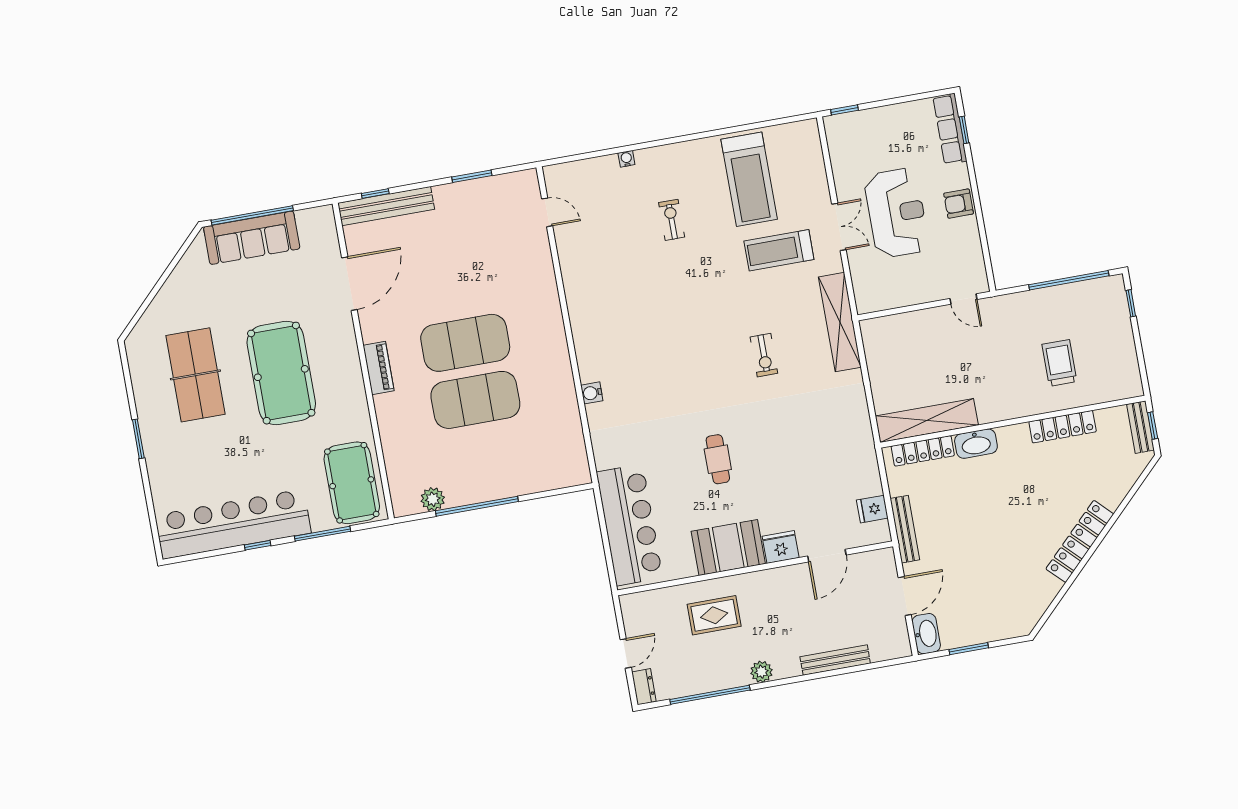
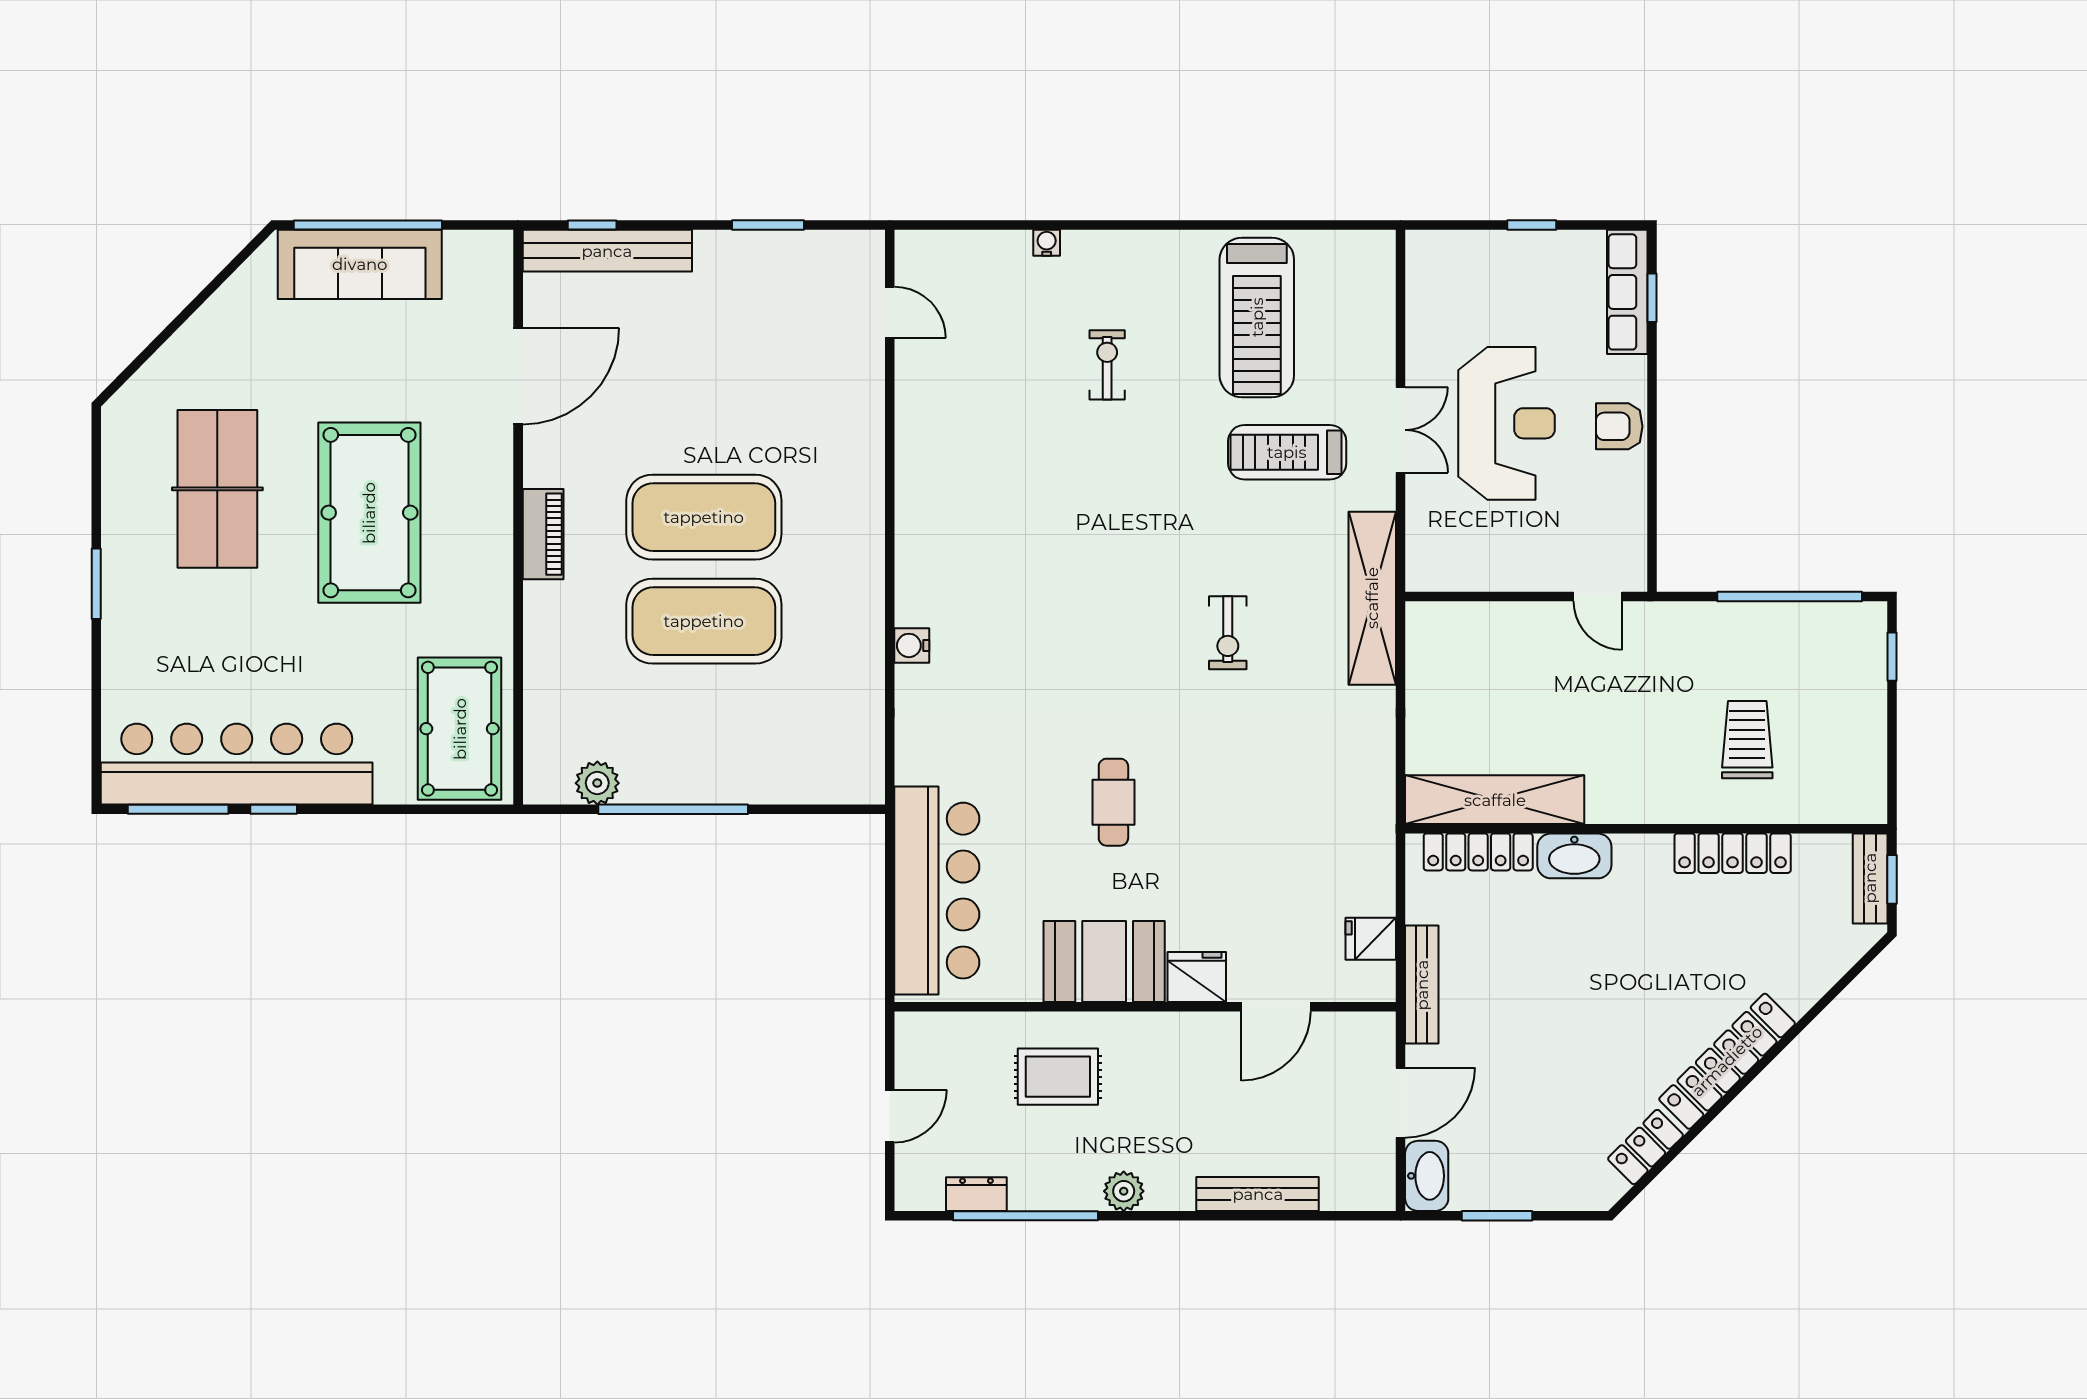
window: (845, 110) -> (1532, 225), moved
window: (323, 534) -> (178, 809), moved
locker: (1043, 596) -> (1646, 1147), added
dresser: (644, 687) -> (976, 1194), moved, turned -90

